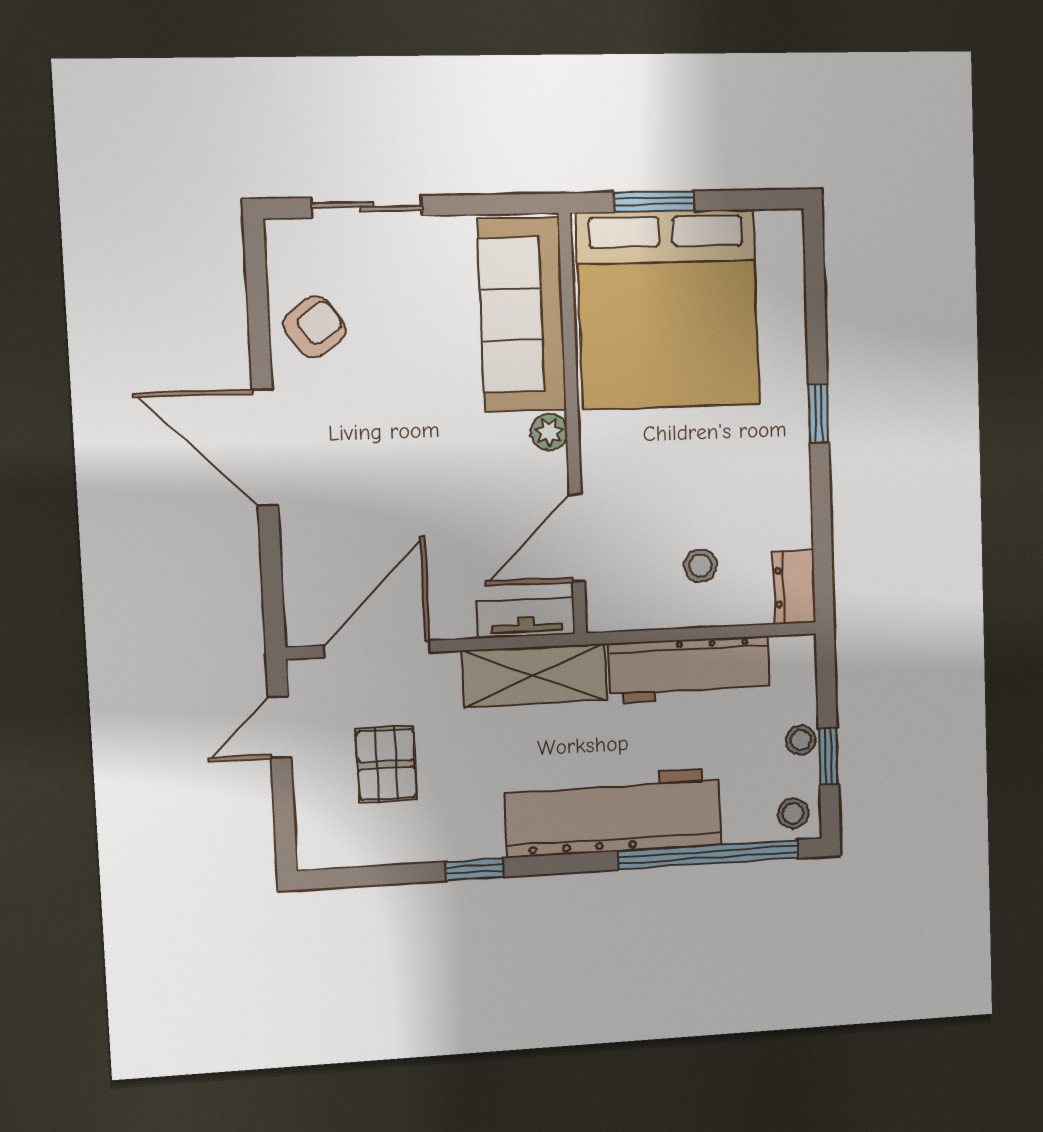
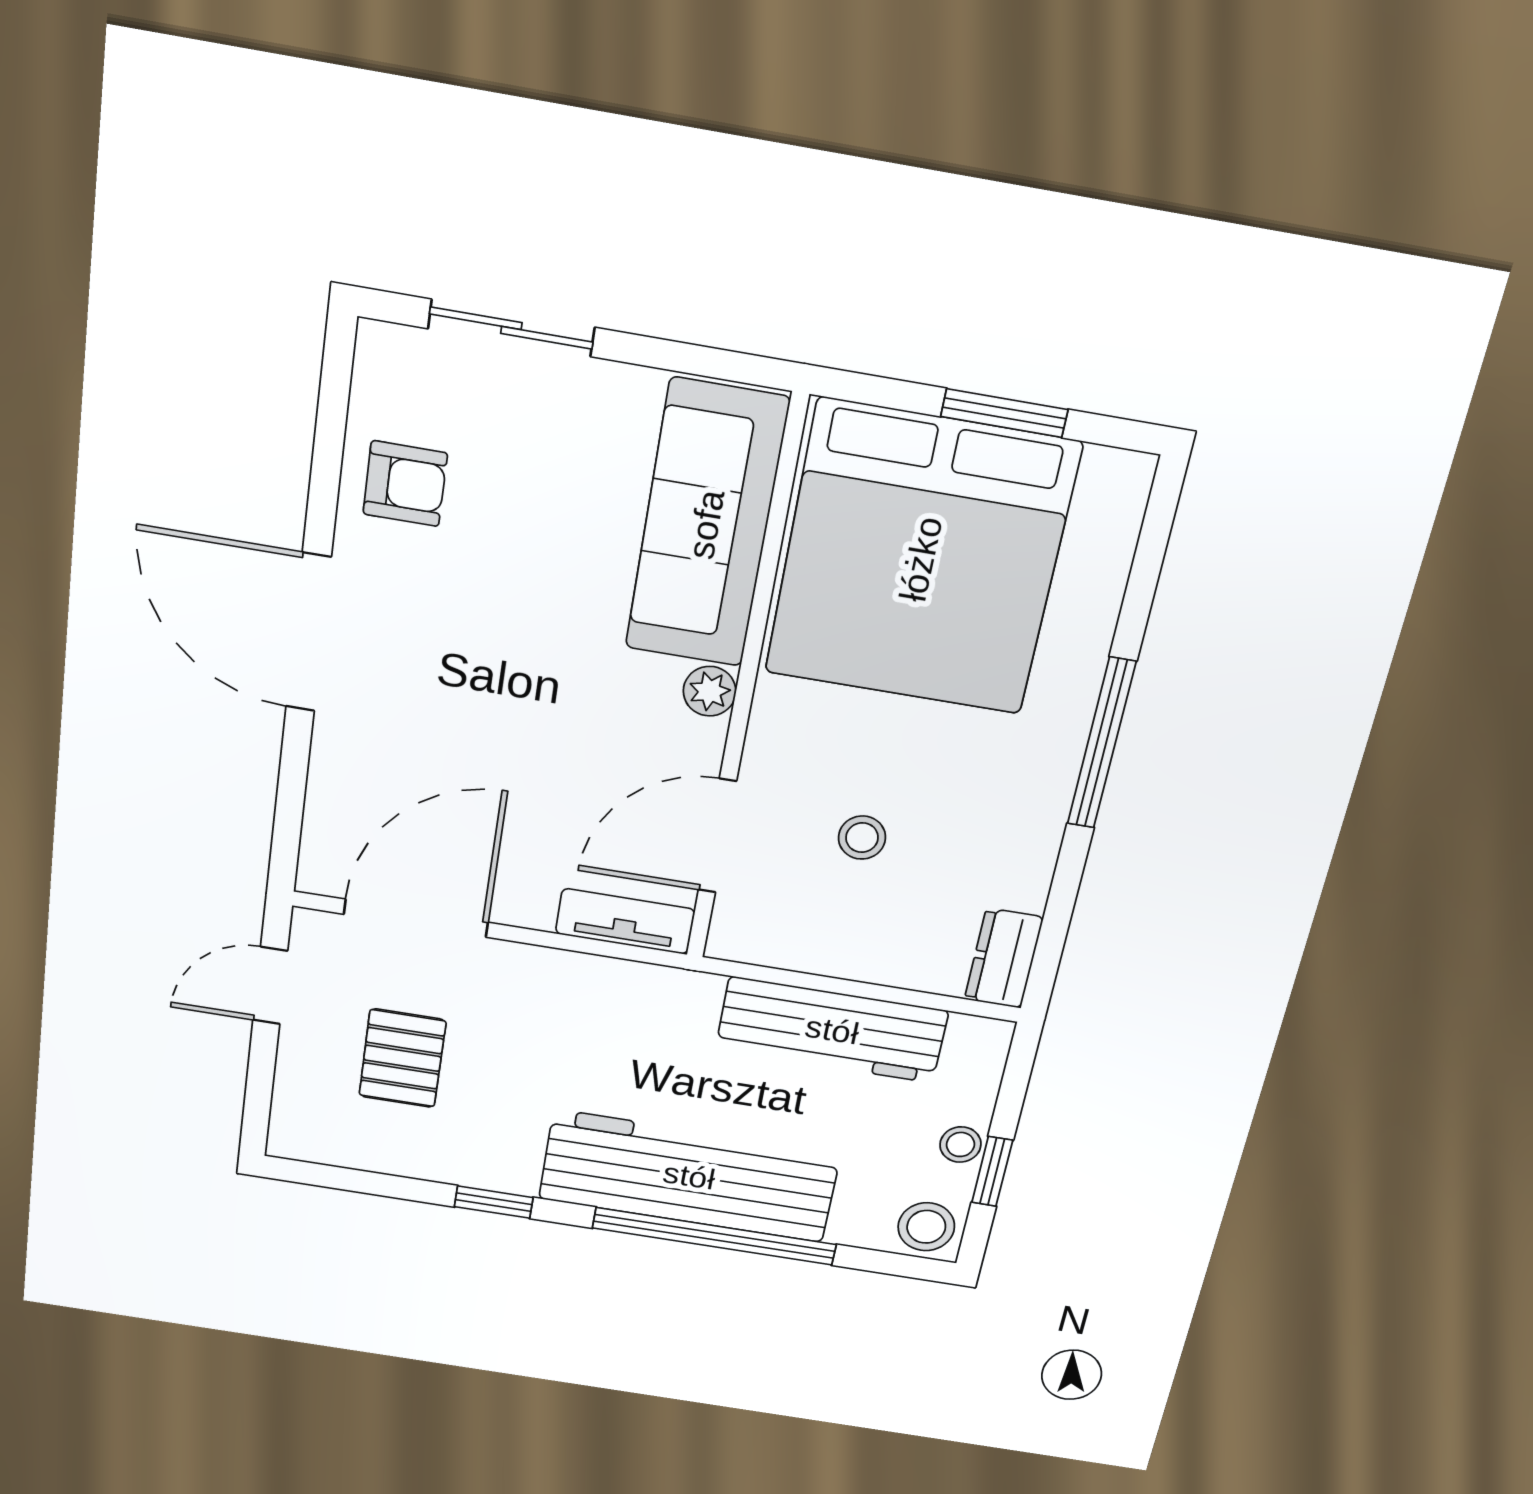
window: (654, 202) -> (1004, 413), moved
armchair: (314, 327) -> (405, 484), turned 36
window: (819, 414) -> (1101, 743), width x2.17
stool: (700, 566) -> (862, 838), moved
shelving: (535, 675) -> (621, 994), removed
stool: (793, 813) -> (926, 1227), width x1.37, depth x1.37
window: (708, 855) -> (714, 1236), moved

